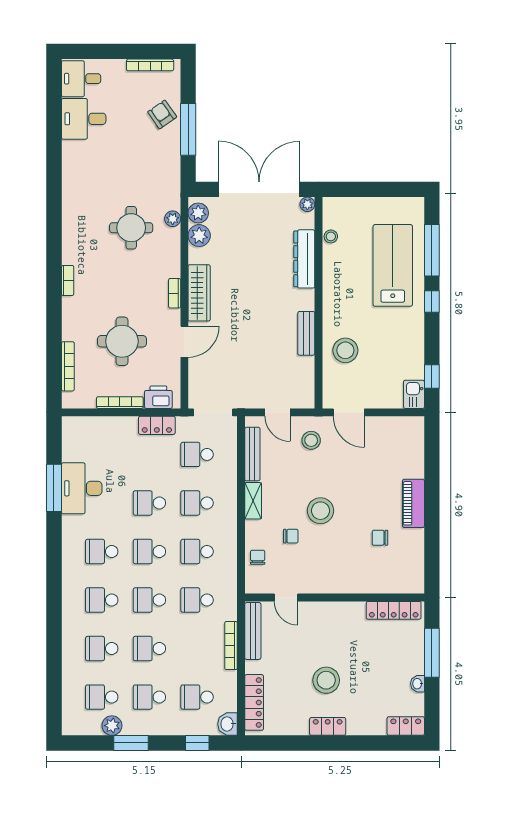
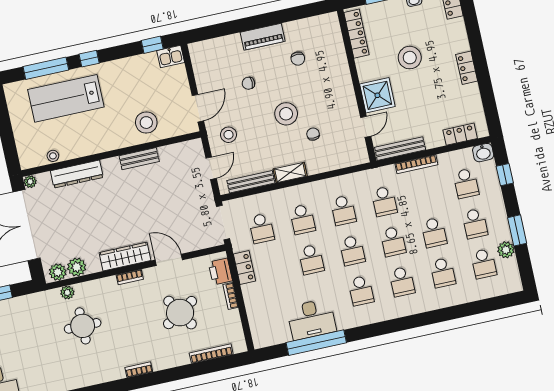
round table: (122, 341) -> (180, 313), turned -32
bookcase: (120, 403) -> (231, 296), width x0.64
window: (54, 488) -> (316, 343), width x1.46
chair: (258, 557) -> (248, 83), moved
shower: (319, 619) -> (377, 95), added
stool: (326, 680) -> (410, 58), moved
locker: (254, 702) -> (460, 134), width x0.66

